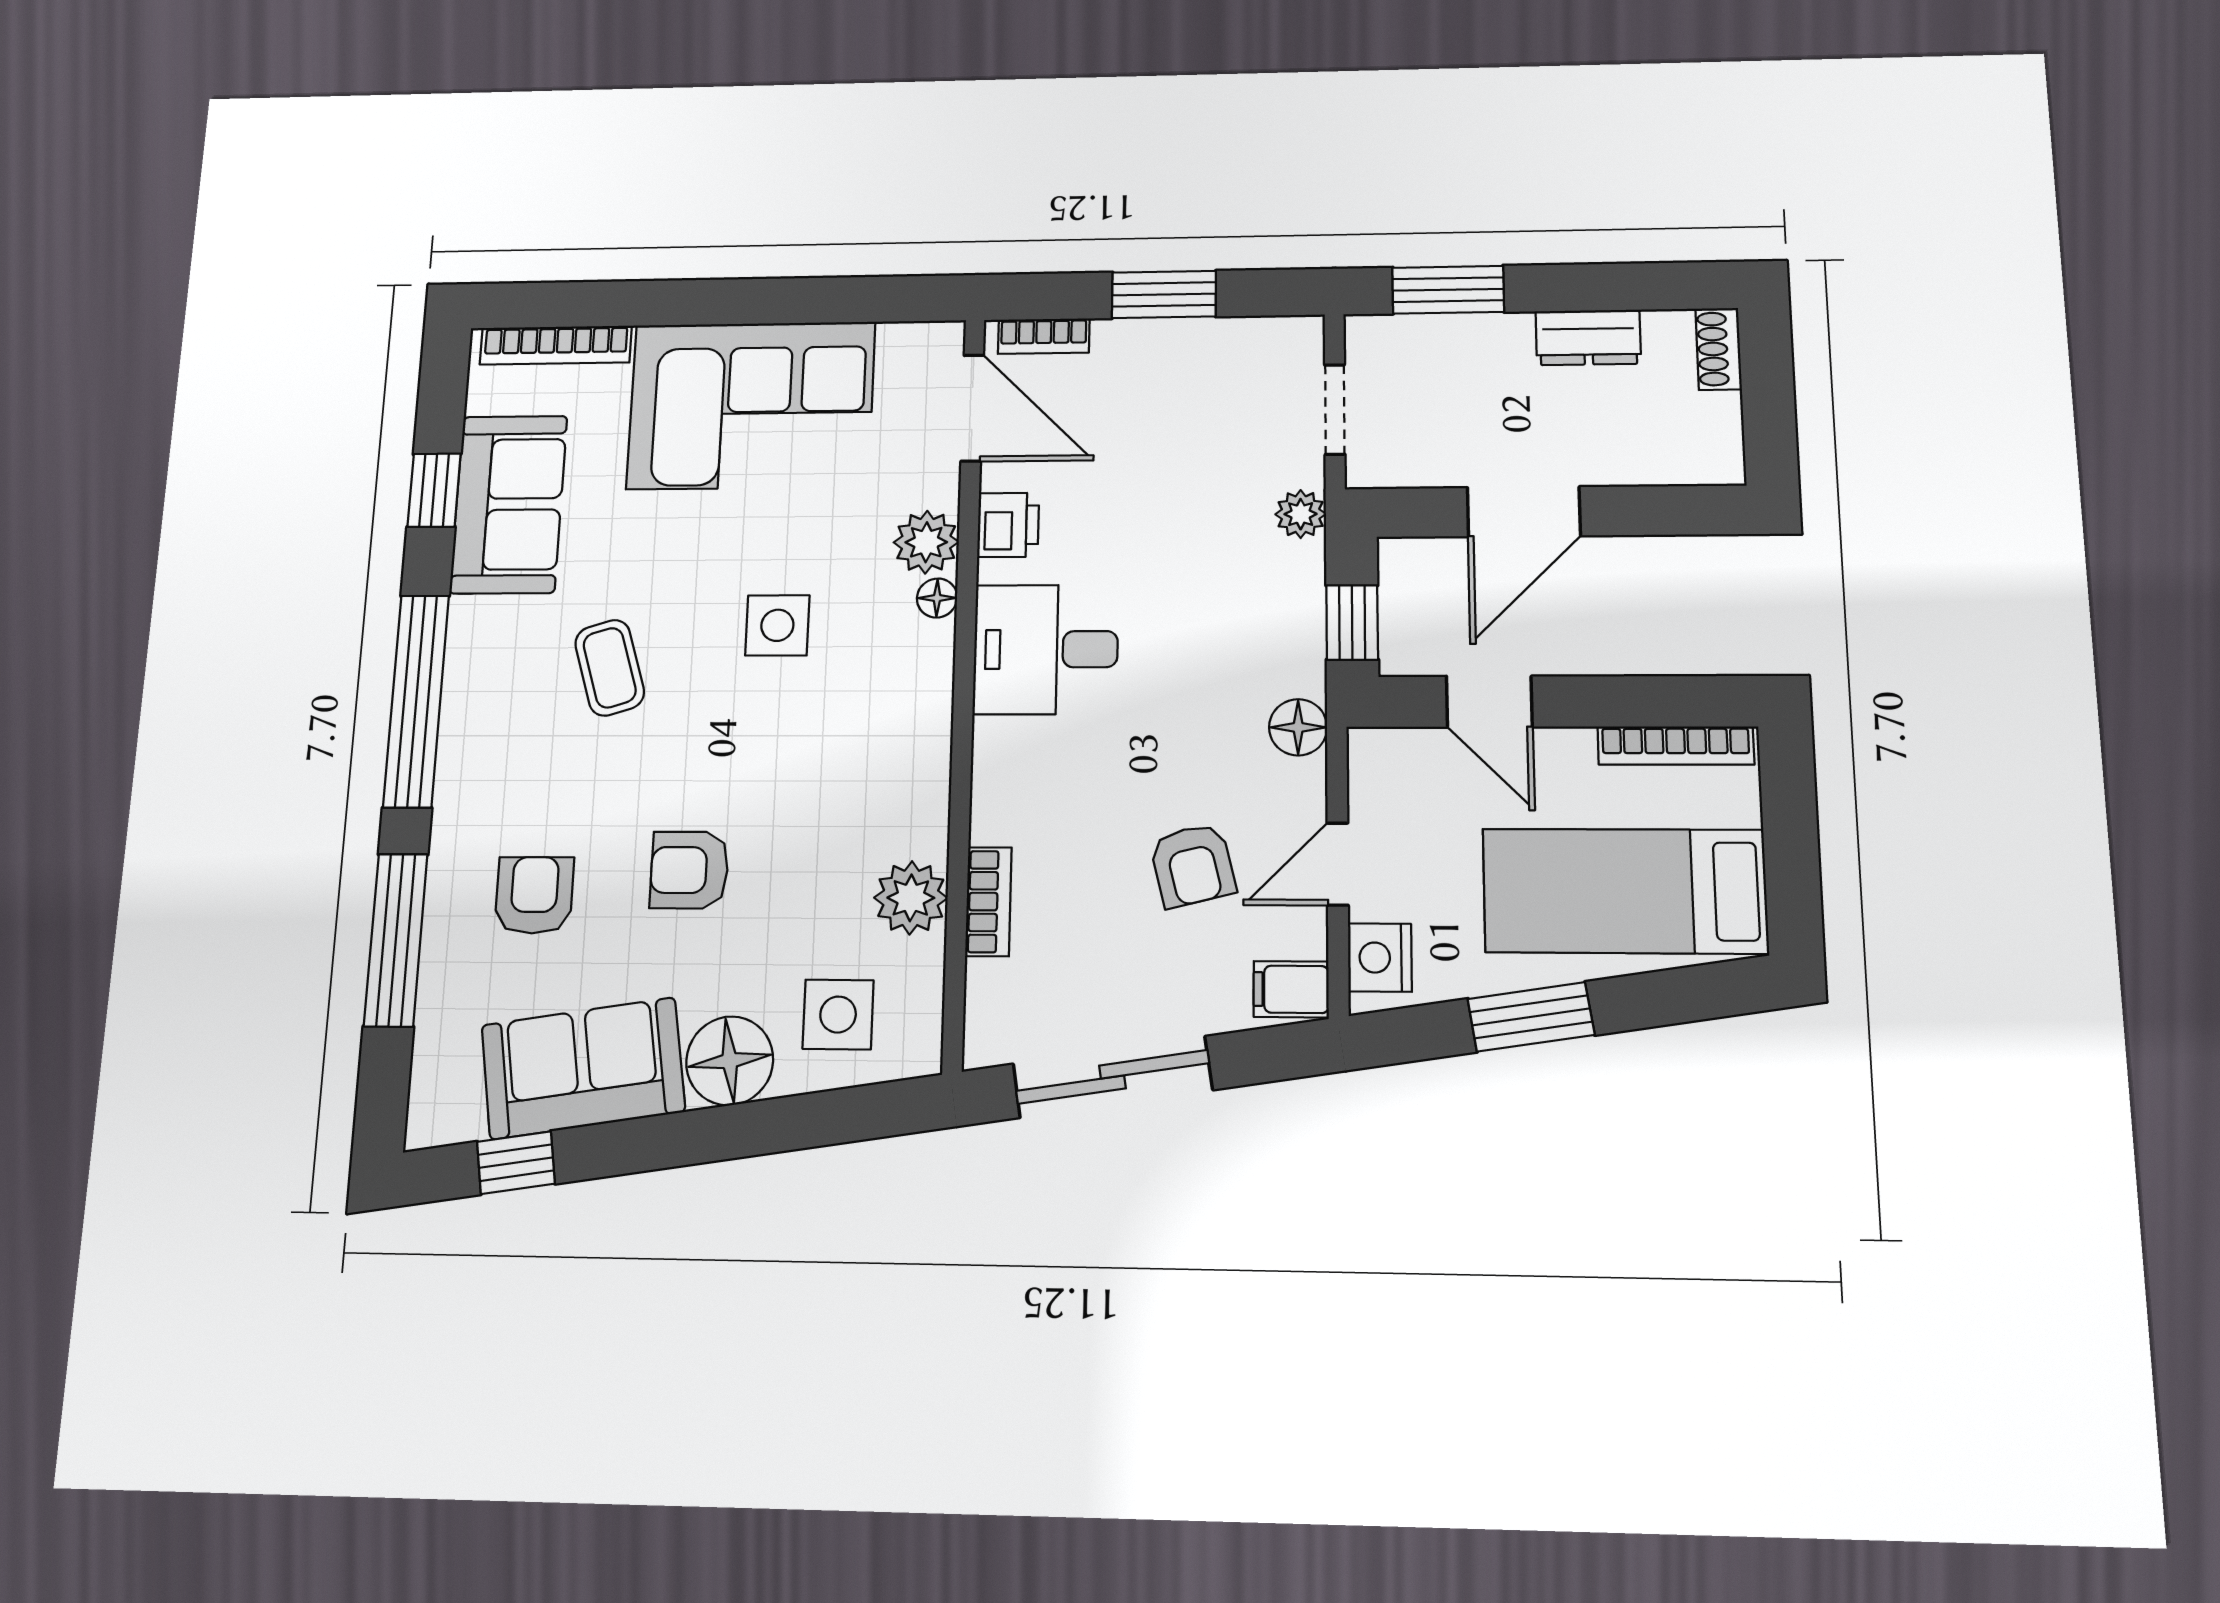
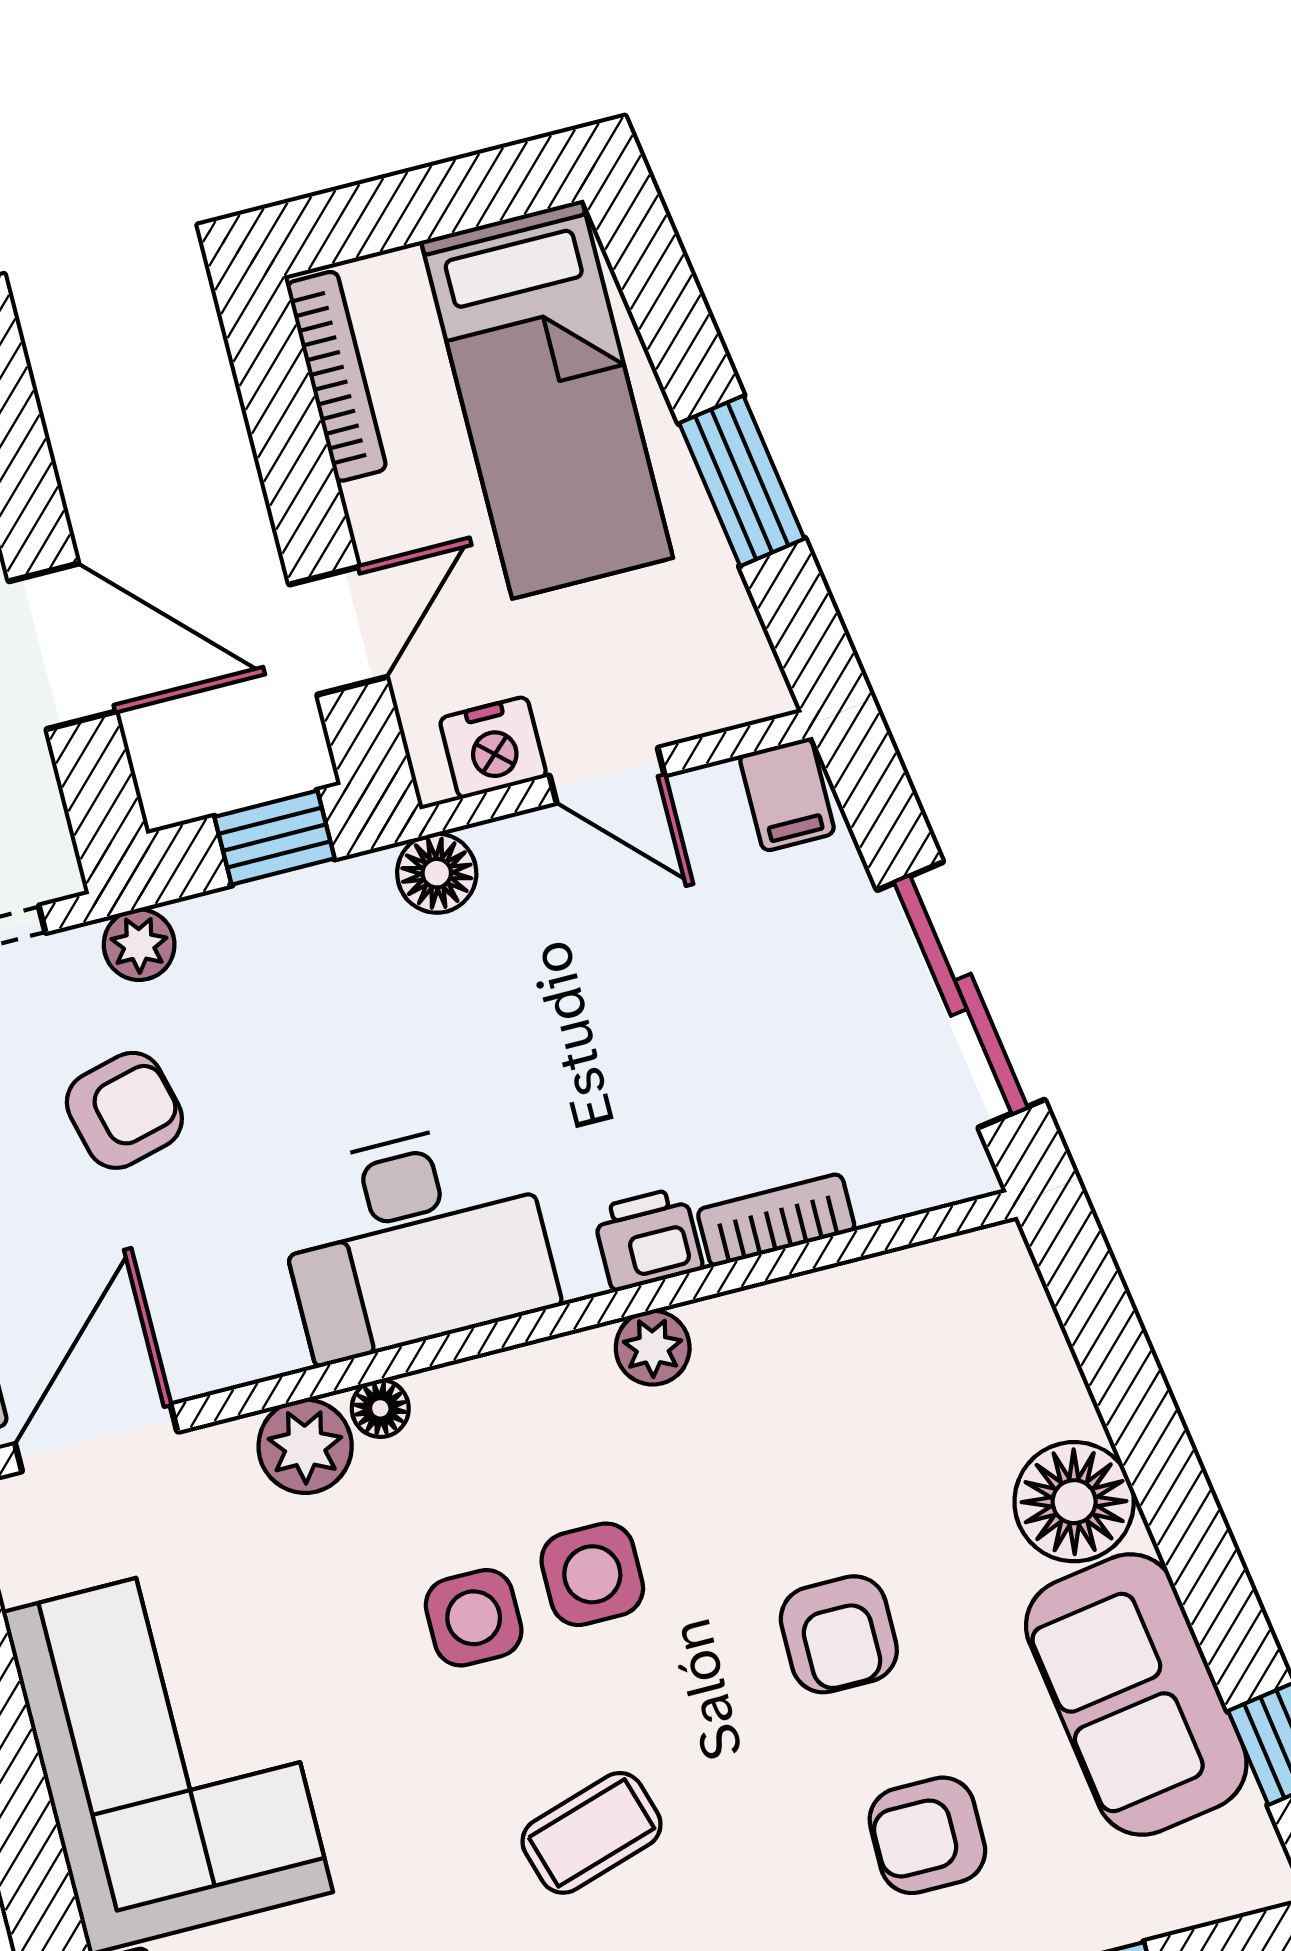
printer: (1008, 525) -> (648, 1239), moved
desk: (1046, 649) -> (415, 1240), width x1.37
armchair: (1193, 865) -> (124, 1110), moved
plant: (911, 898) -> (653, 1348), moved, width x0.73, depth x0.73
nightstand: (1380, 958) -> (493, 748), moved
side table: (838, 1015) -> (592, 1574), moved

